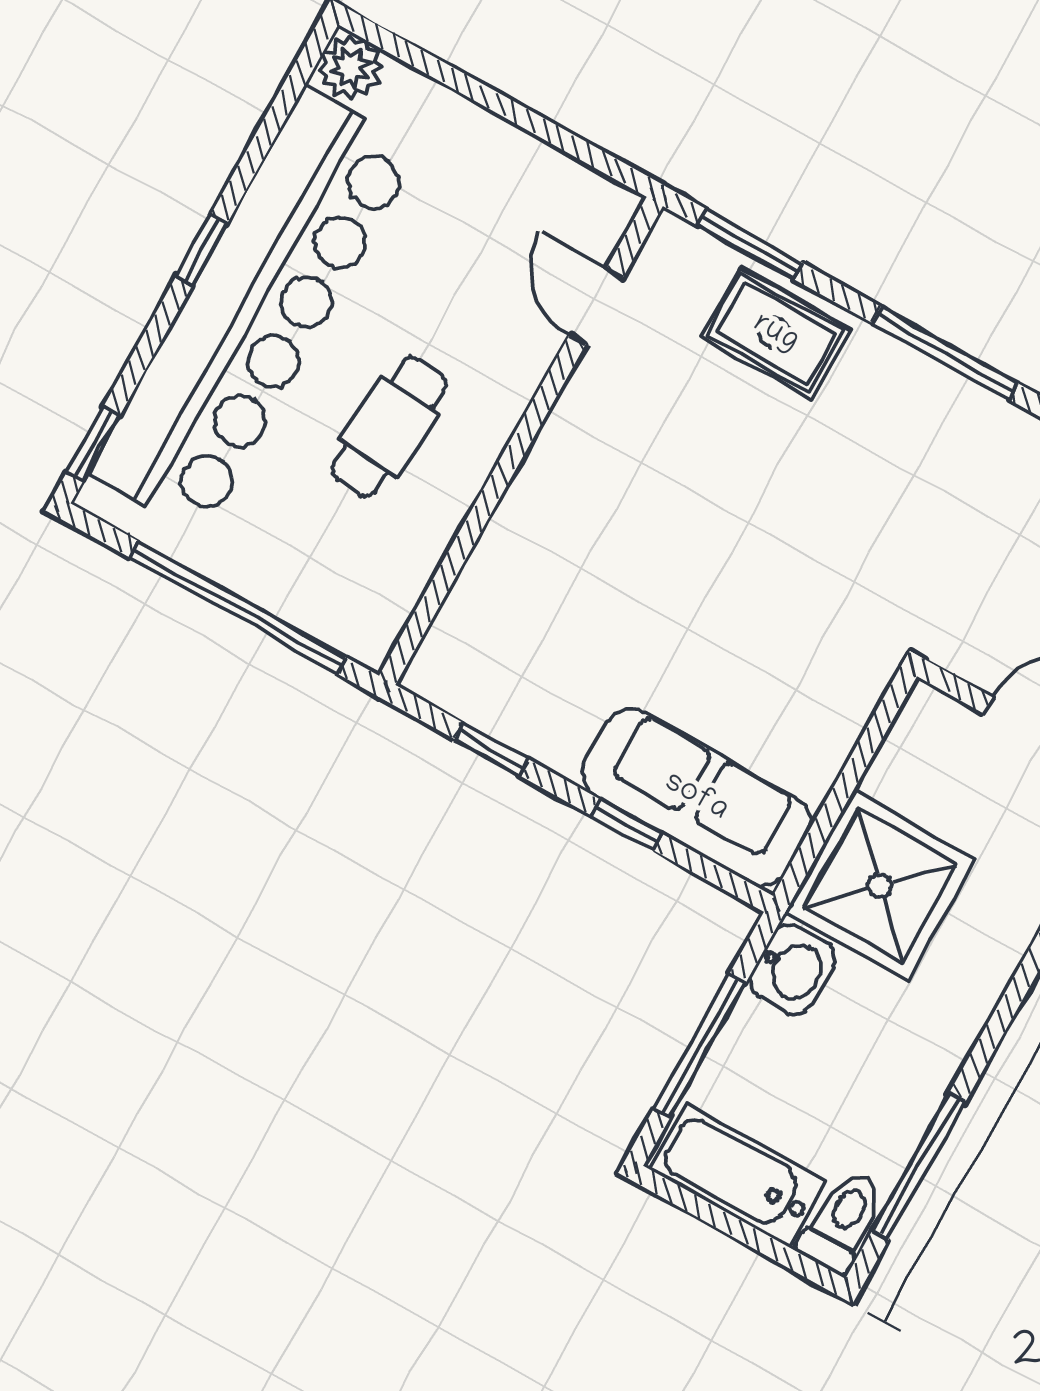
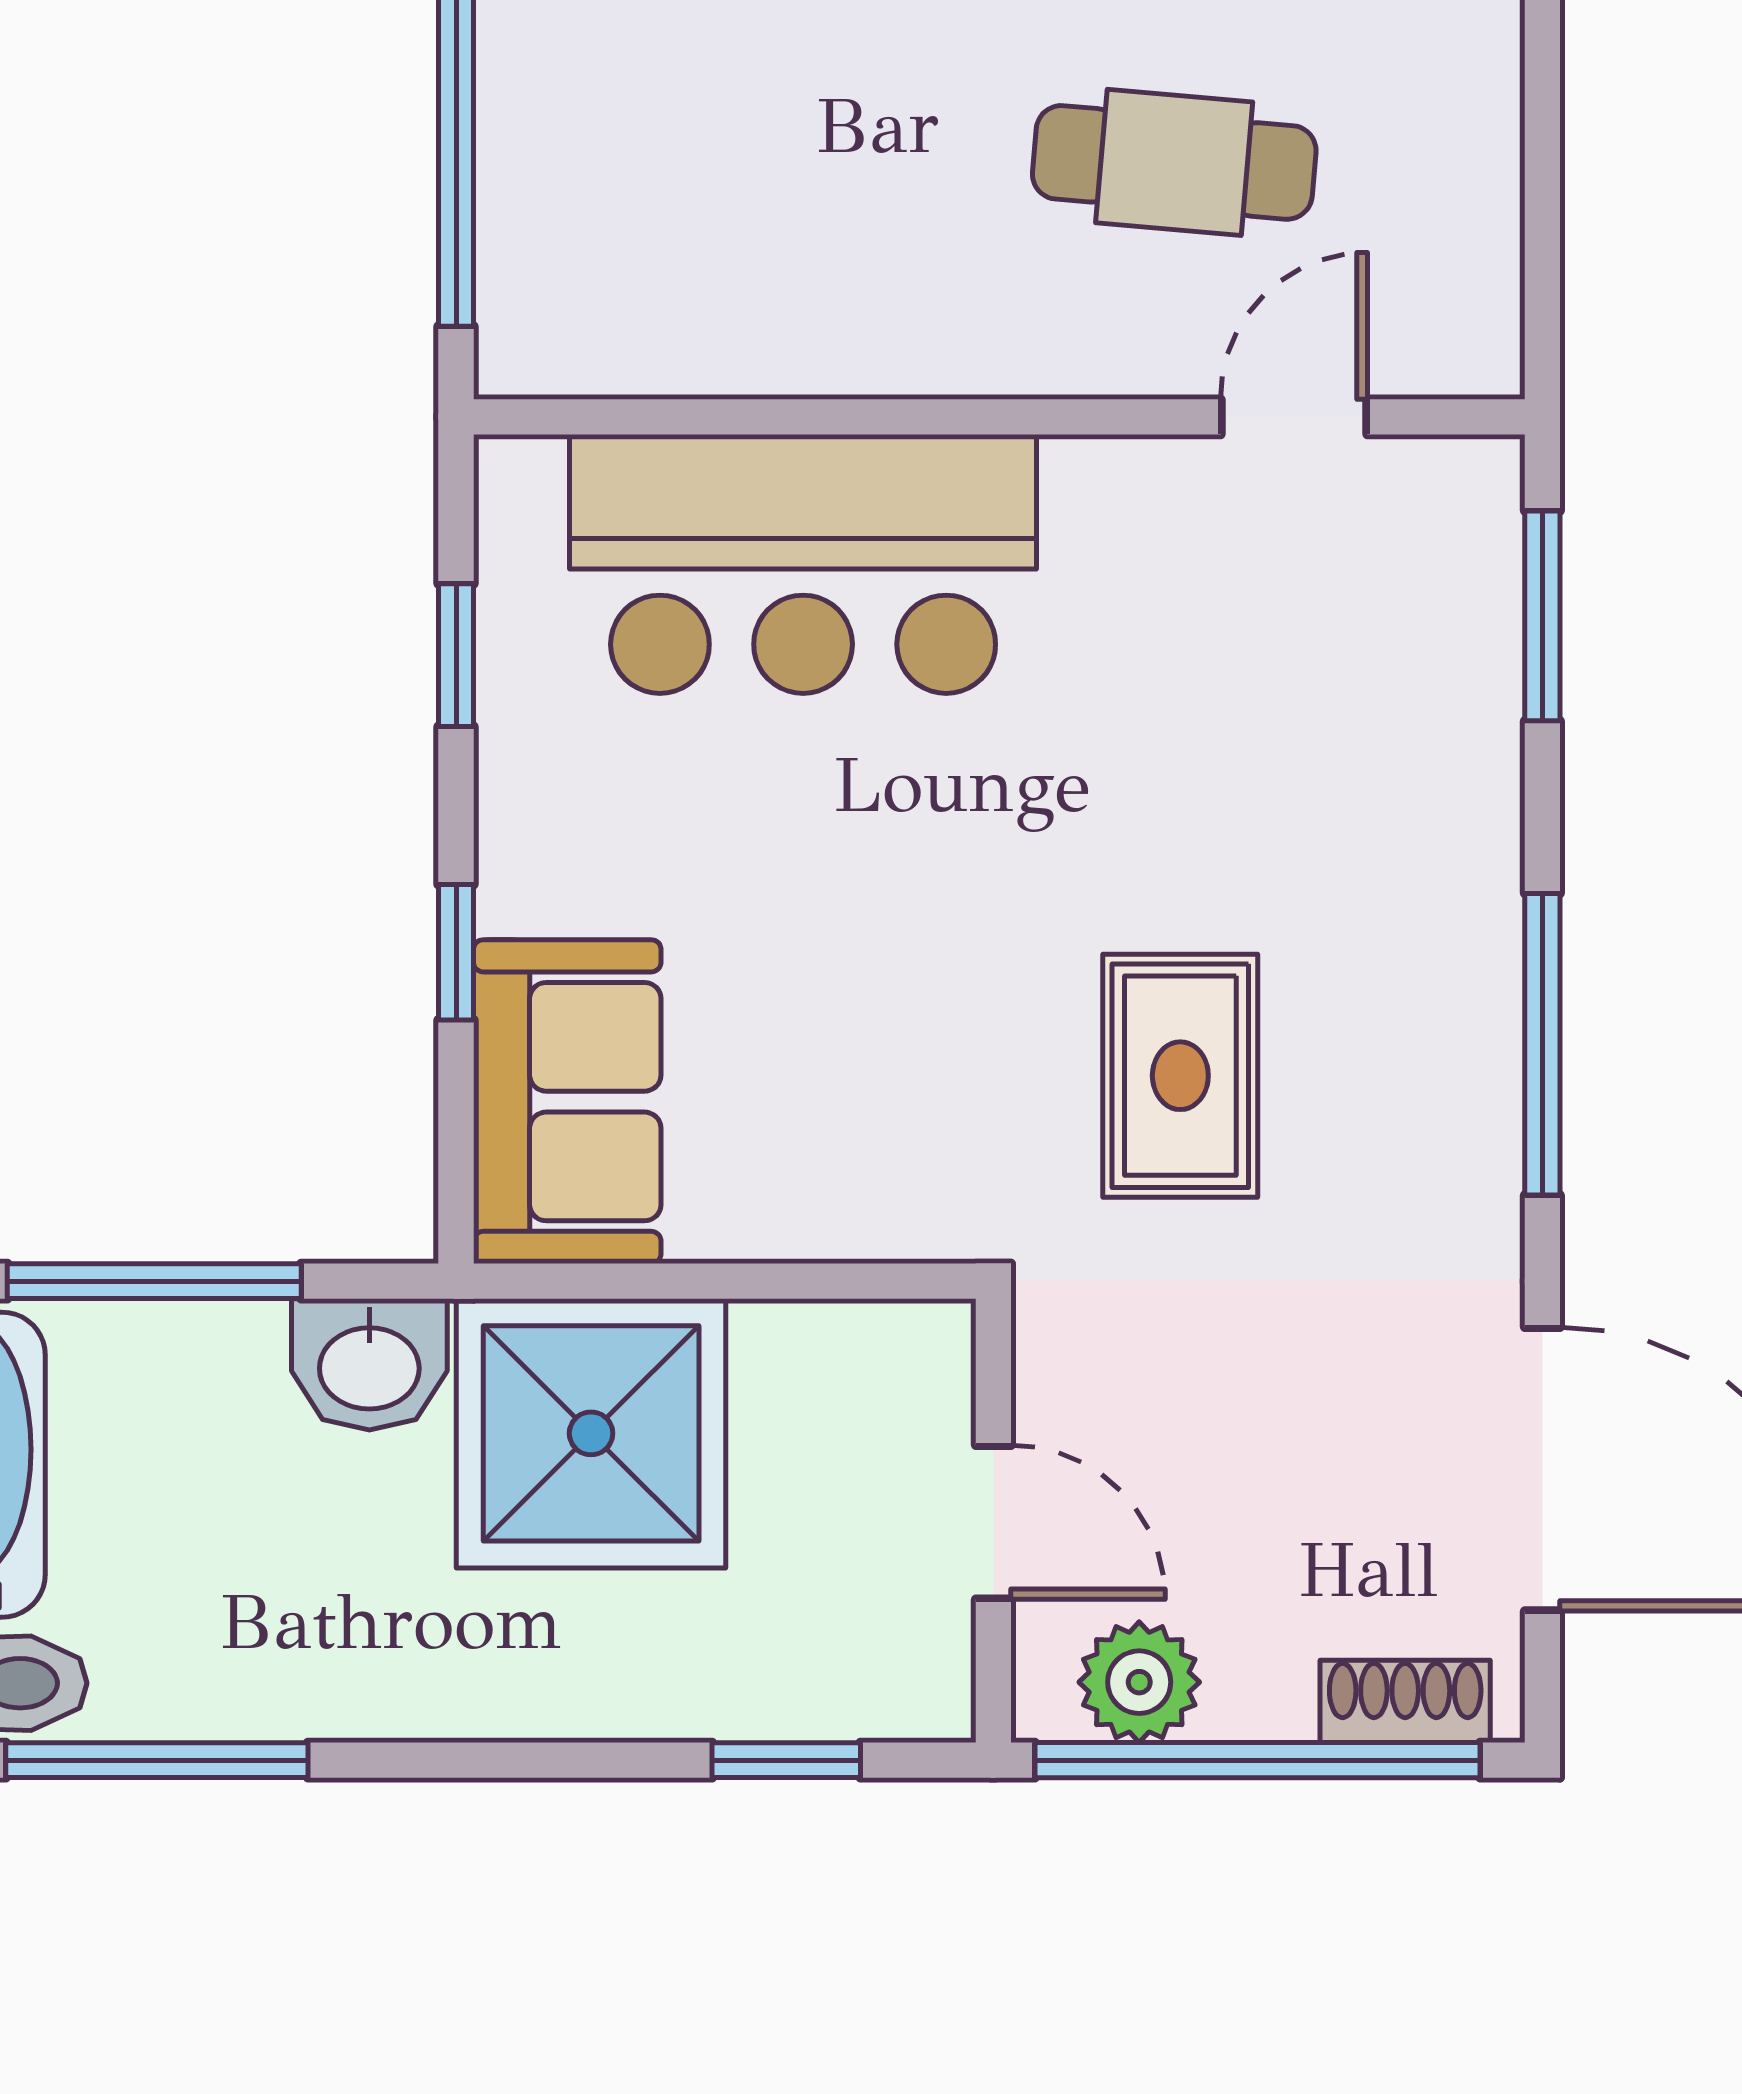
rug: (776, 333) -> (1180, 1076), moved
cafe table: (389, 427) -> (1174, 162), moved
bar counter: (538, 568) -> (803, 564), added
sofa: (696, 797) -> (567, 1102), width x0.73

